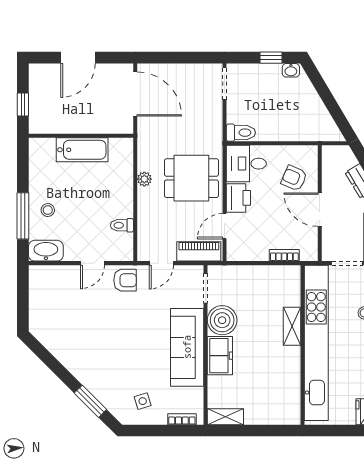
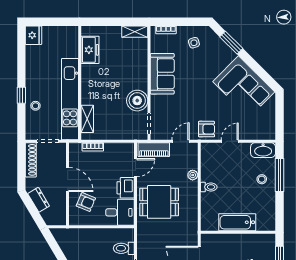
toilet: (241, 133) -> (124, 248), moved
plant: (144, 179) -> (193, 175), moved
toilet: (122, 225) -> (209, 187), moved
armchair: (125, 280) -> (207, 129), turned 180
shelving: (292, 326) -> (87, 119), moved
corner sofa: (73, 340) -> (244, 87), added
kitchen unit: (316, 343) -> (70, 99), width x0.73
sofa: (187, 347) -> (162, 74), width x0.73
freezer: (220, 356) -> (90, 50), moved, turned 180

